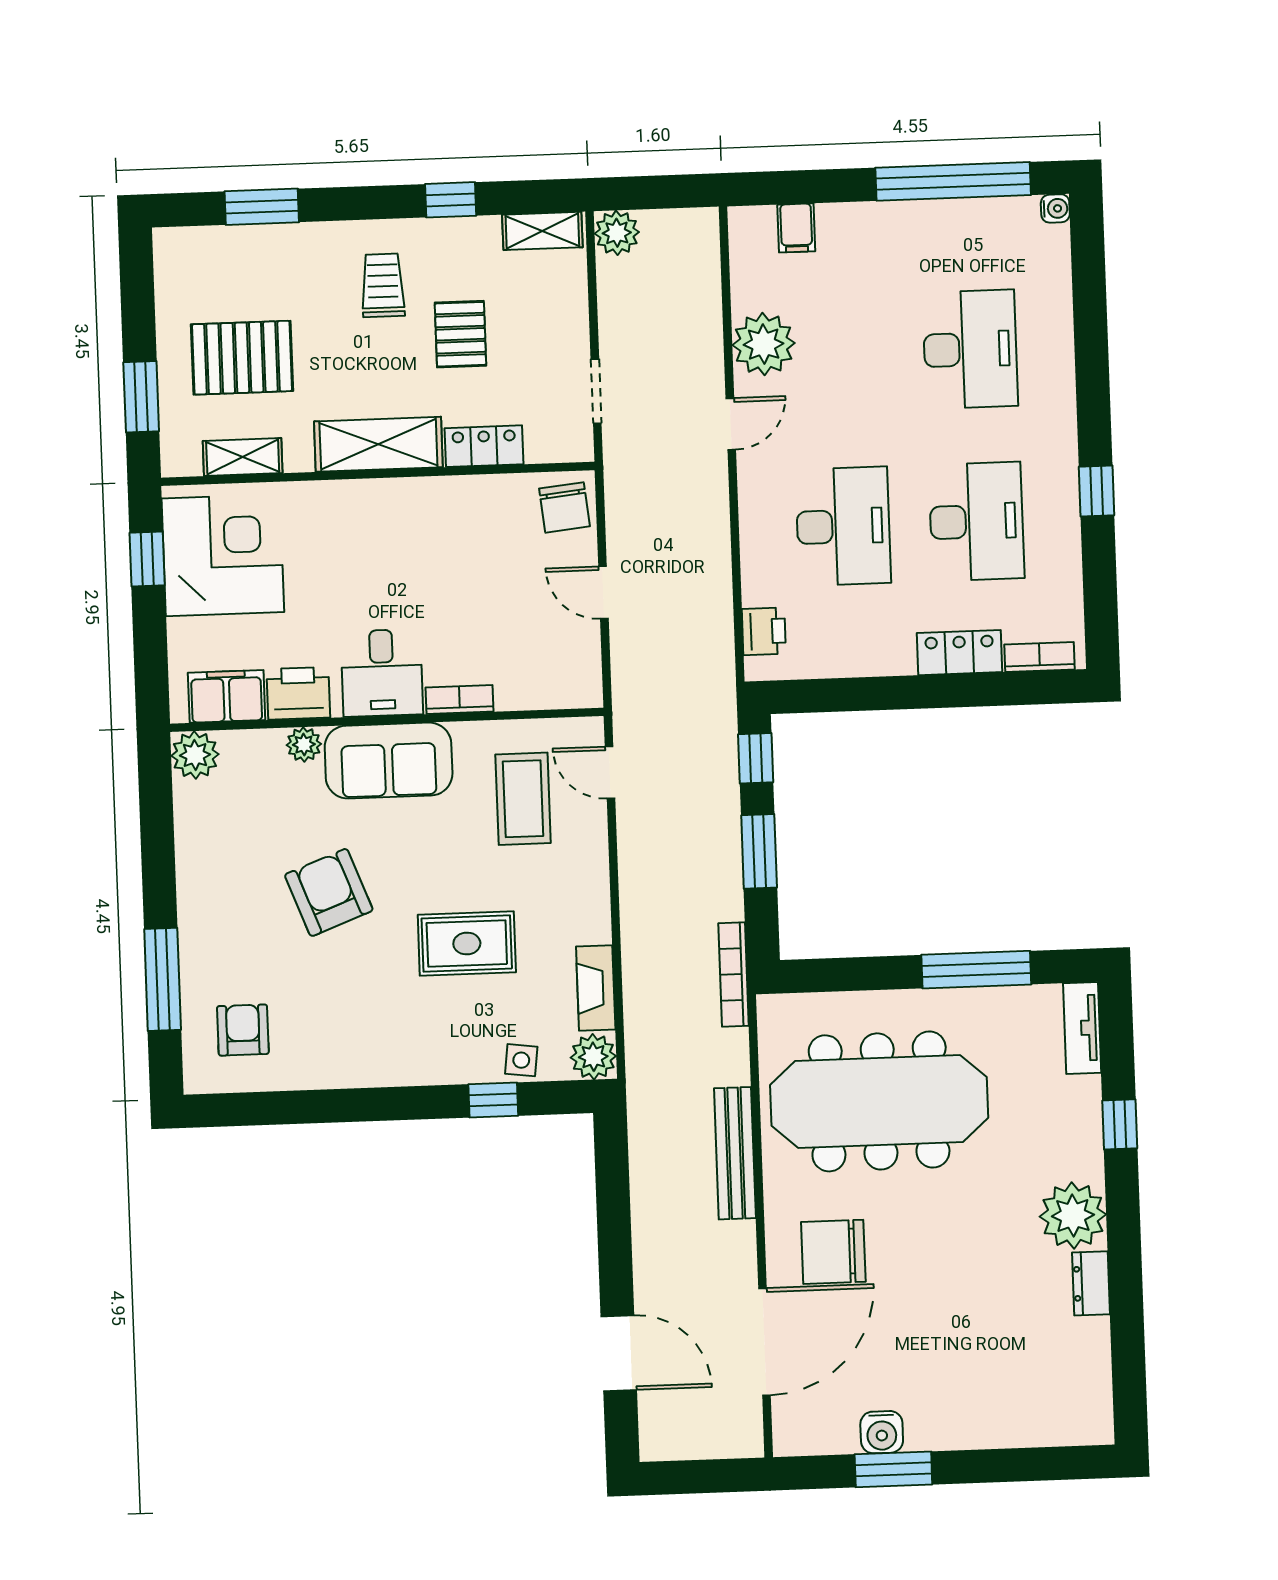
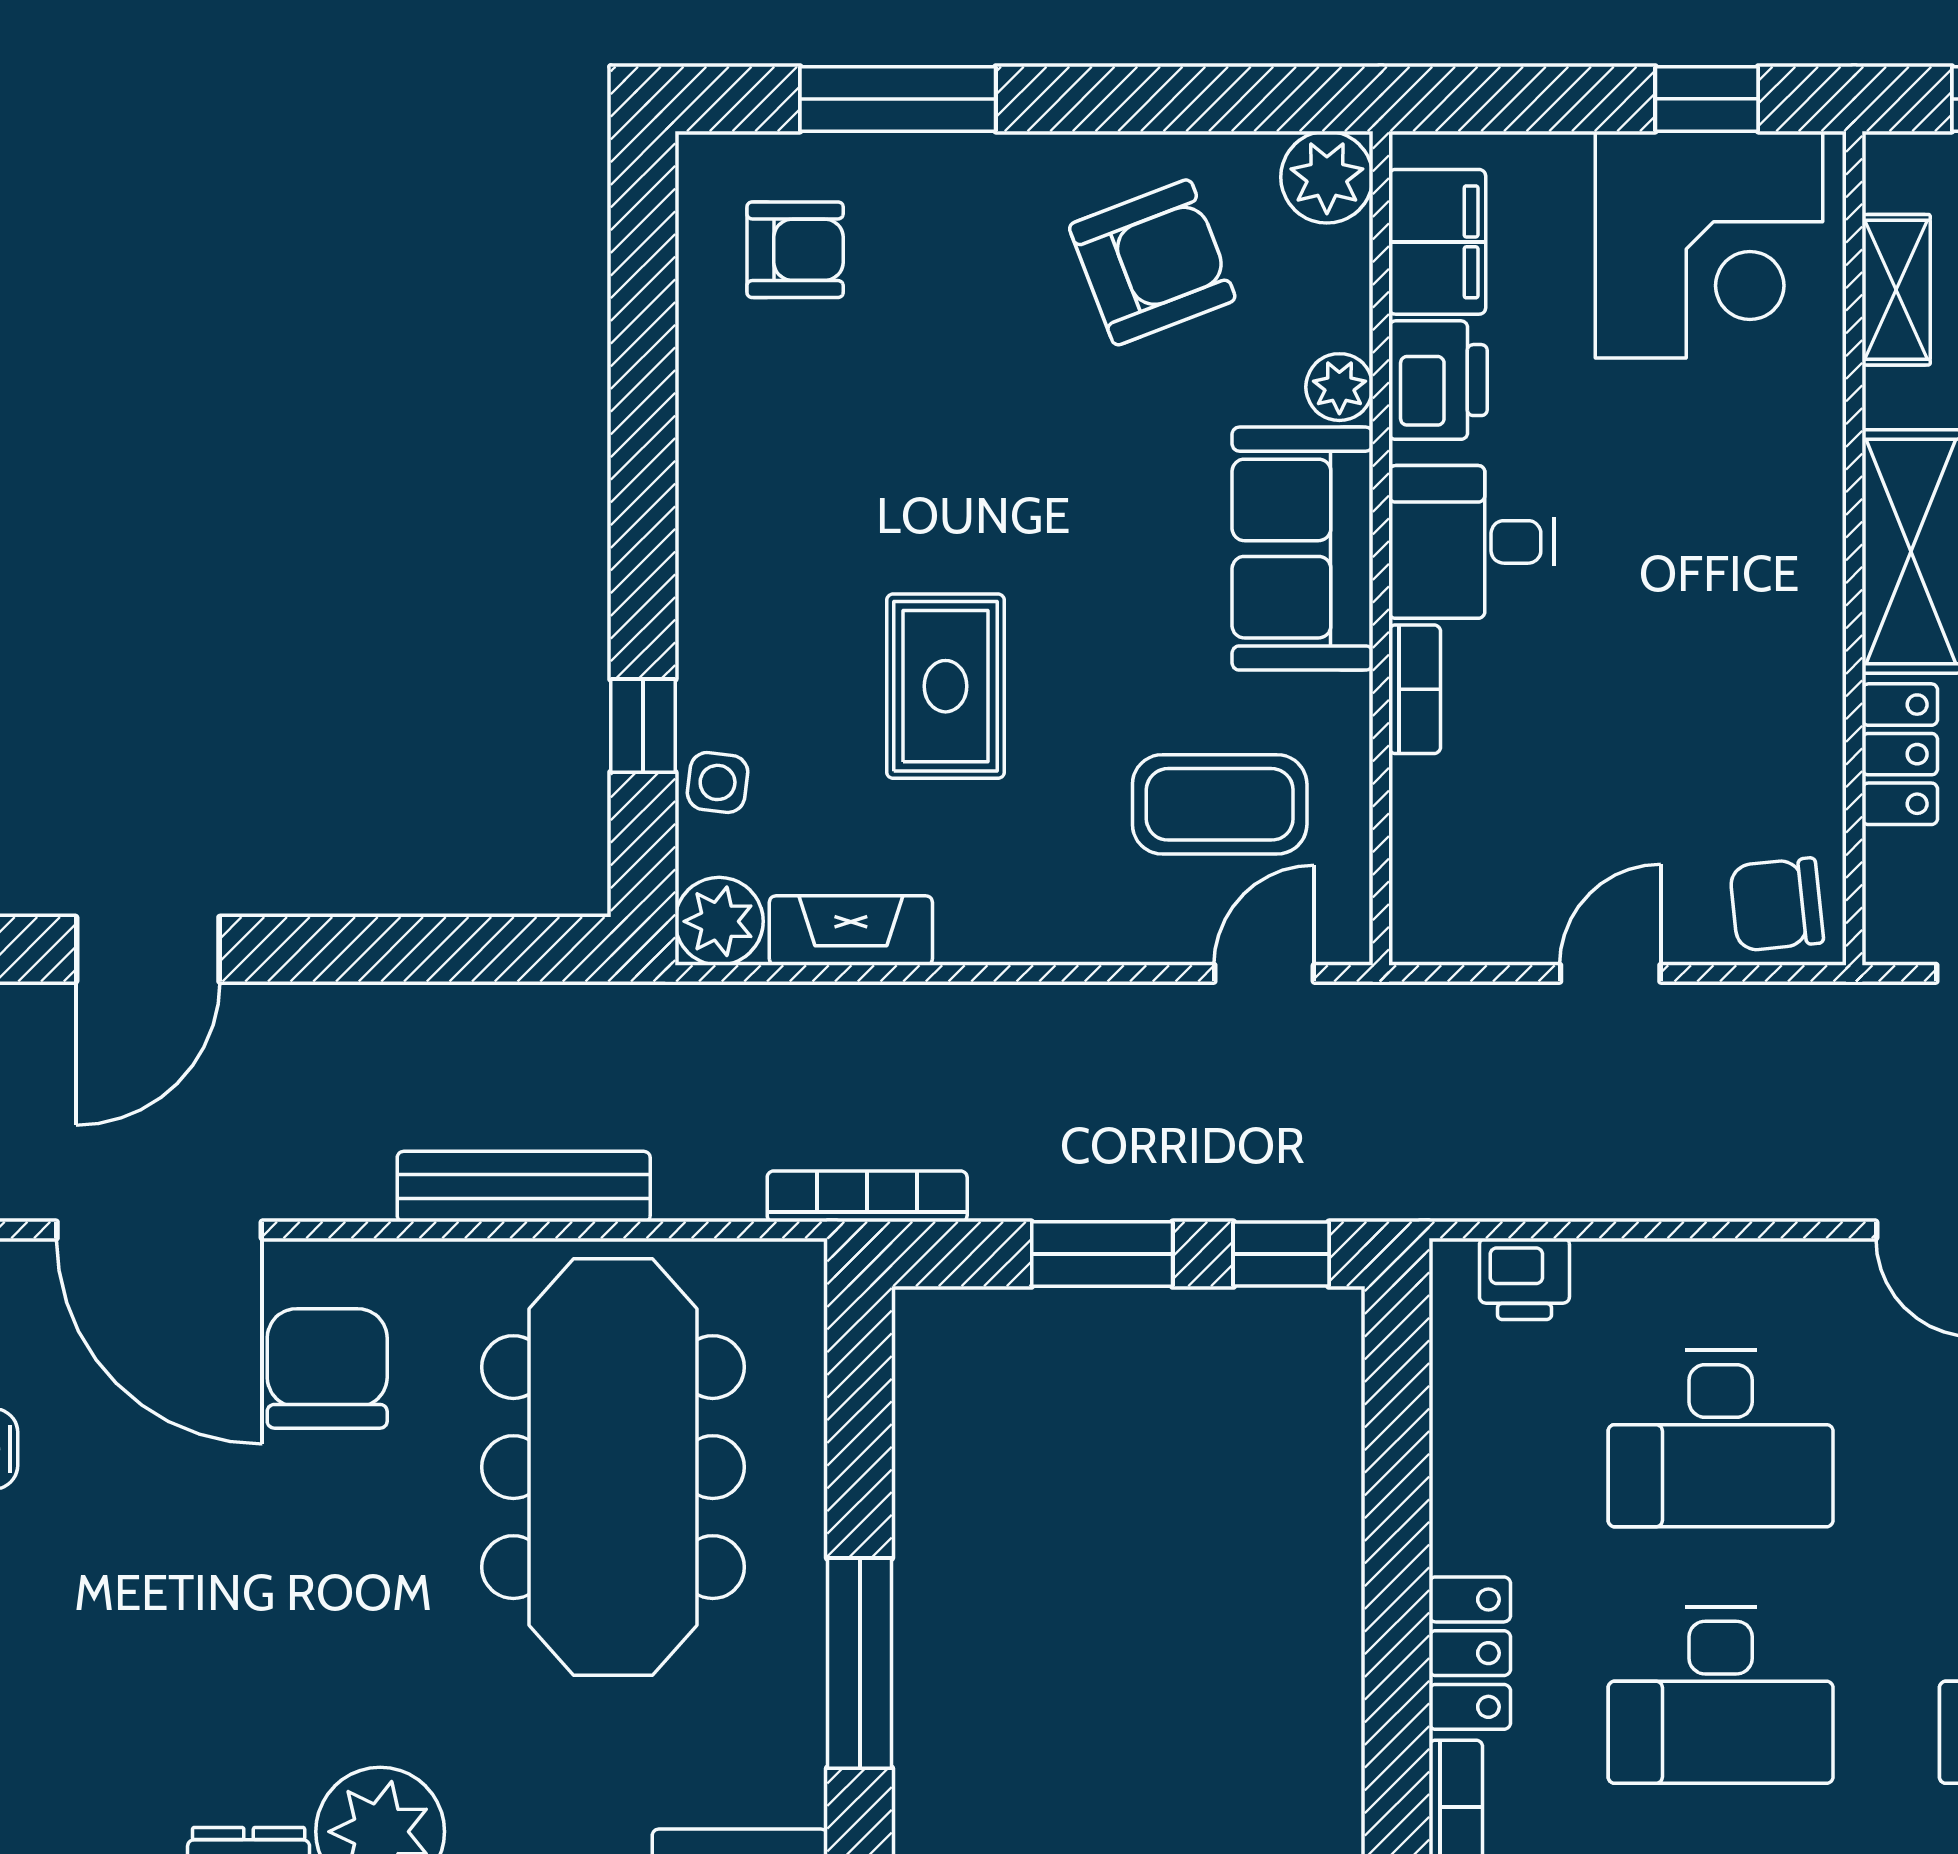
armchair: (329, 892) -> (1152, 262), moved

